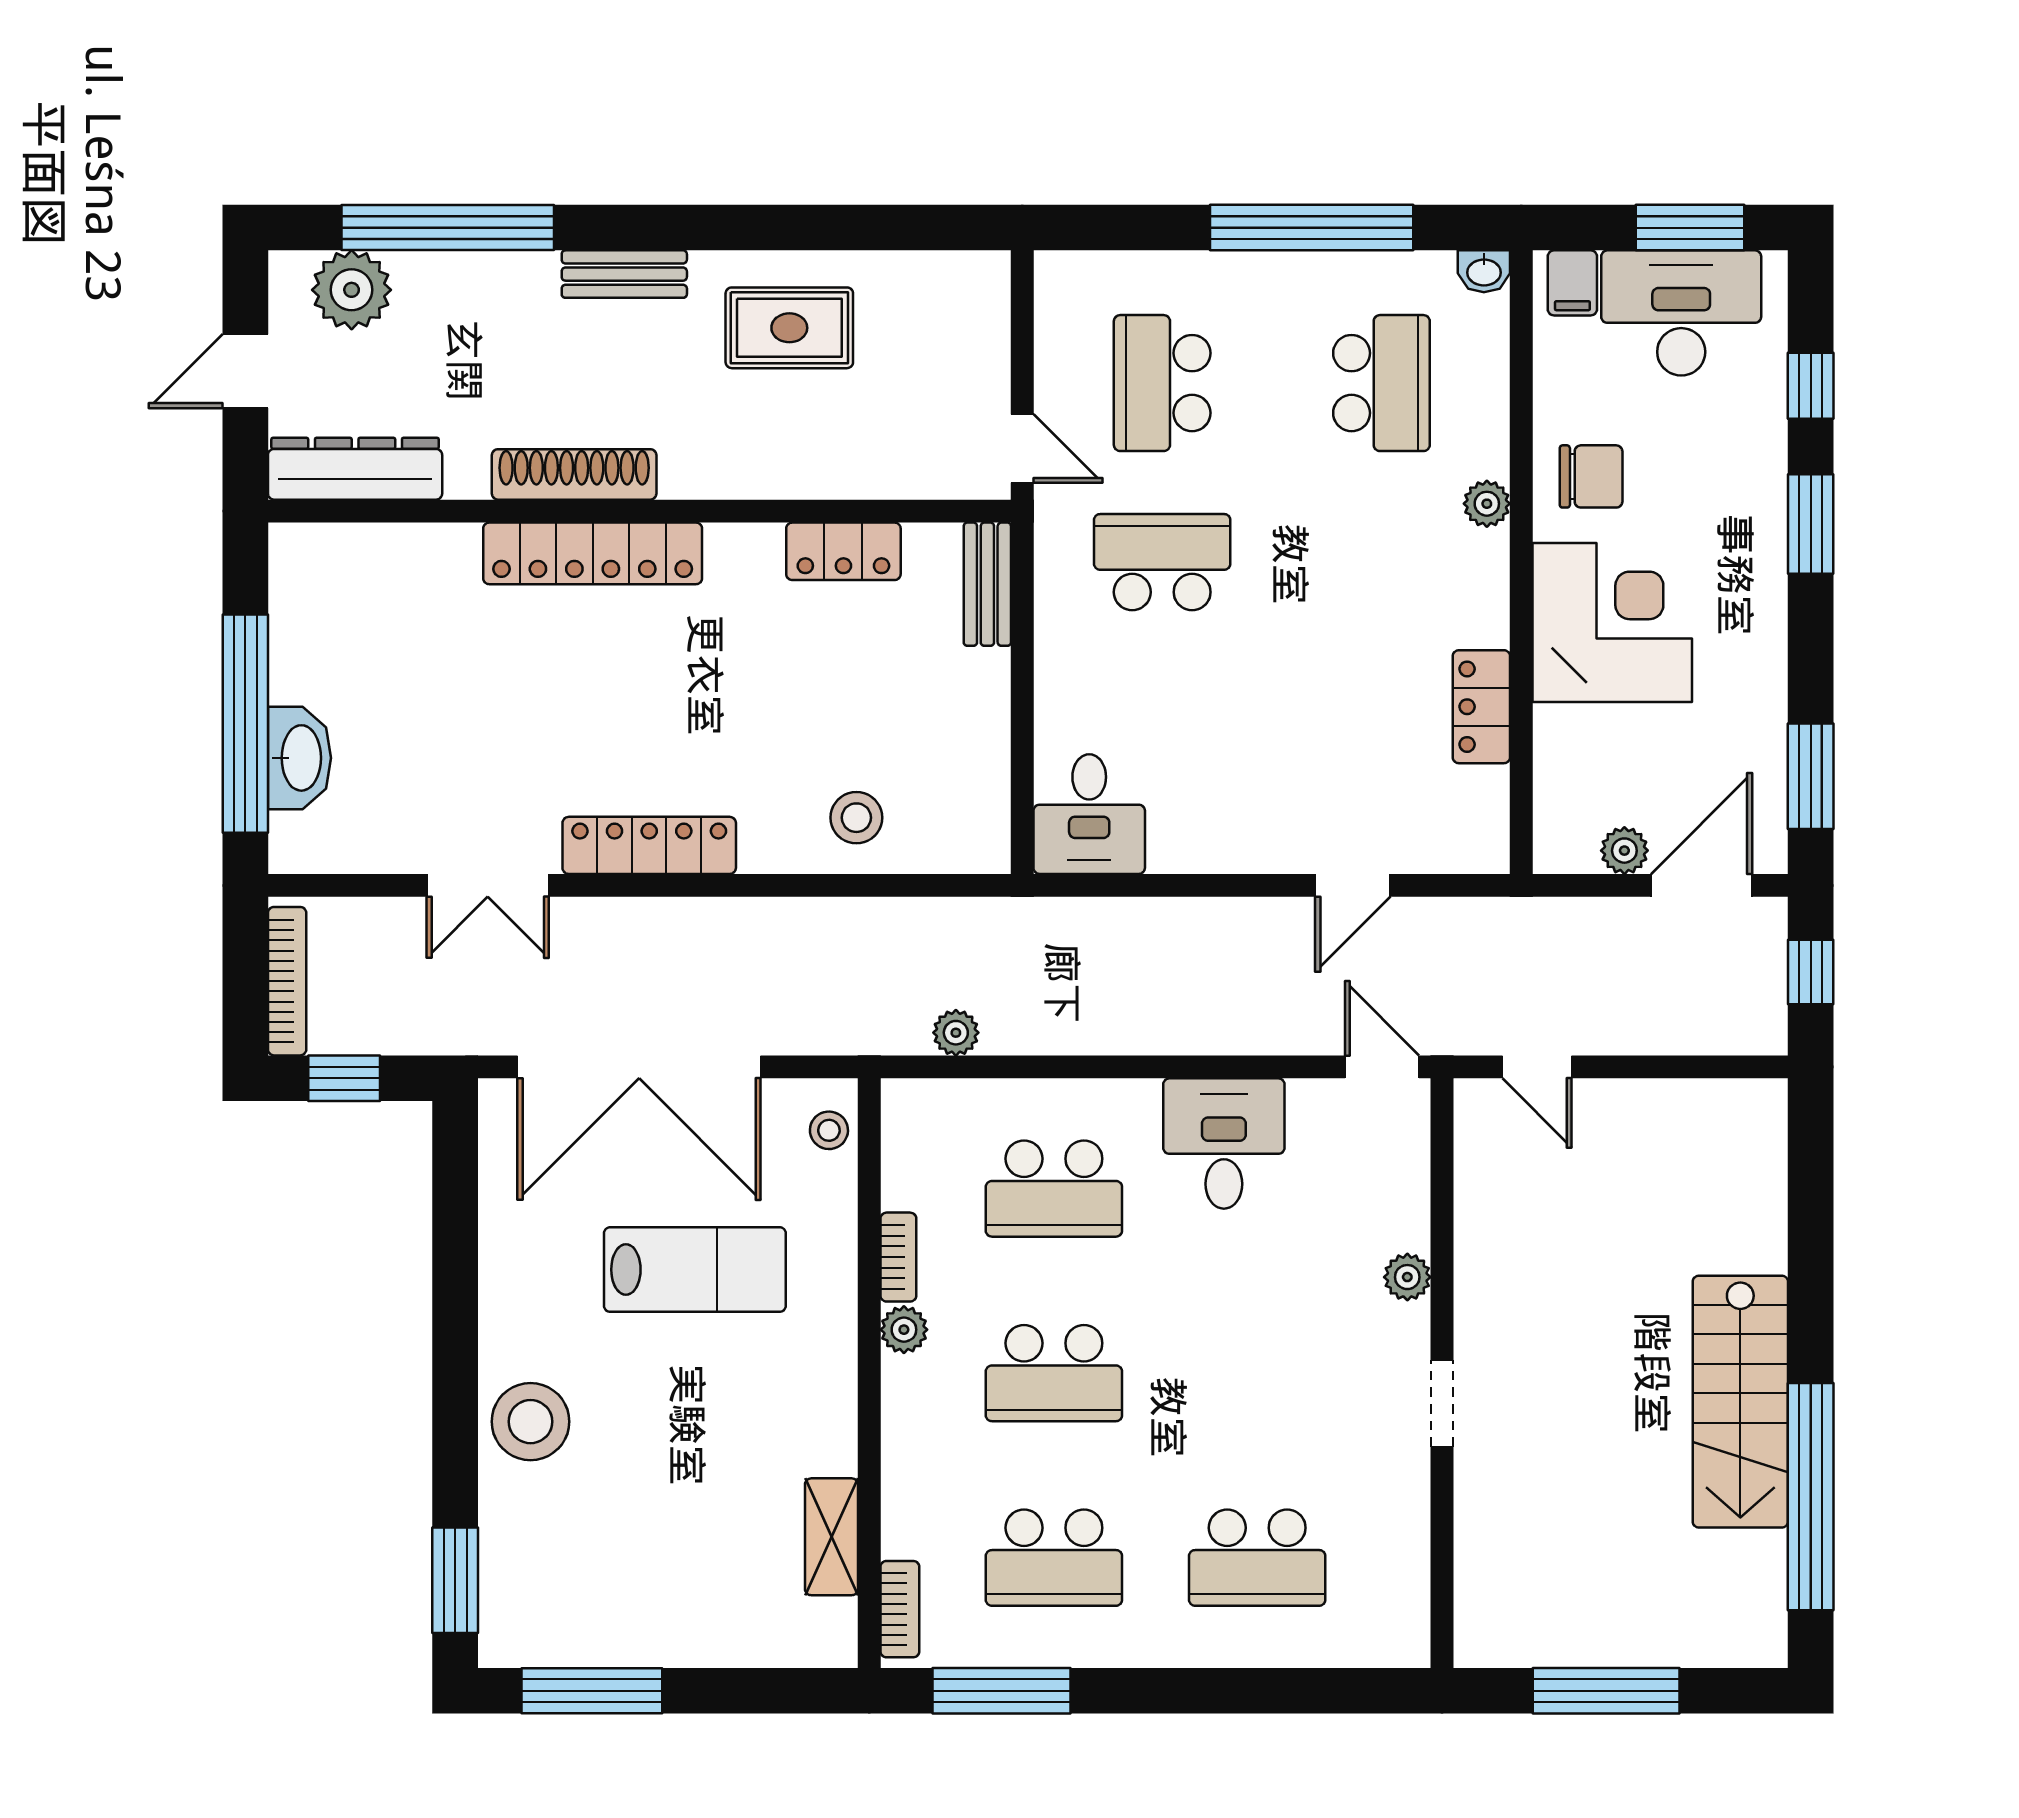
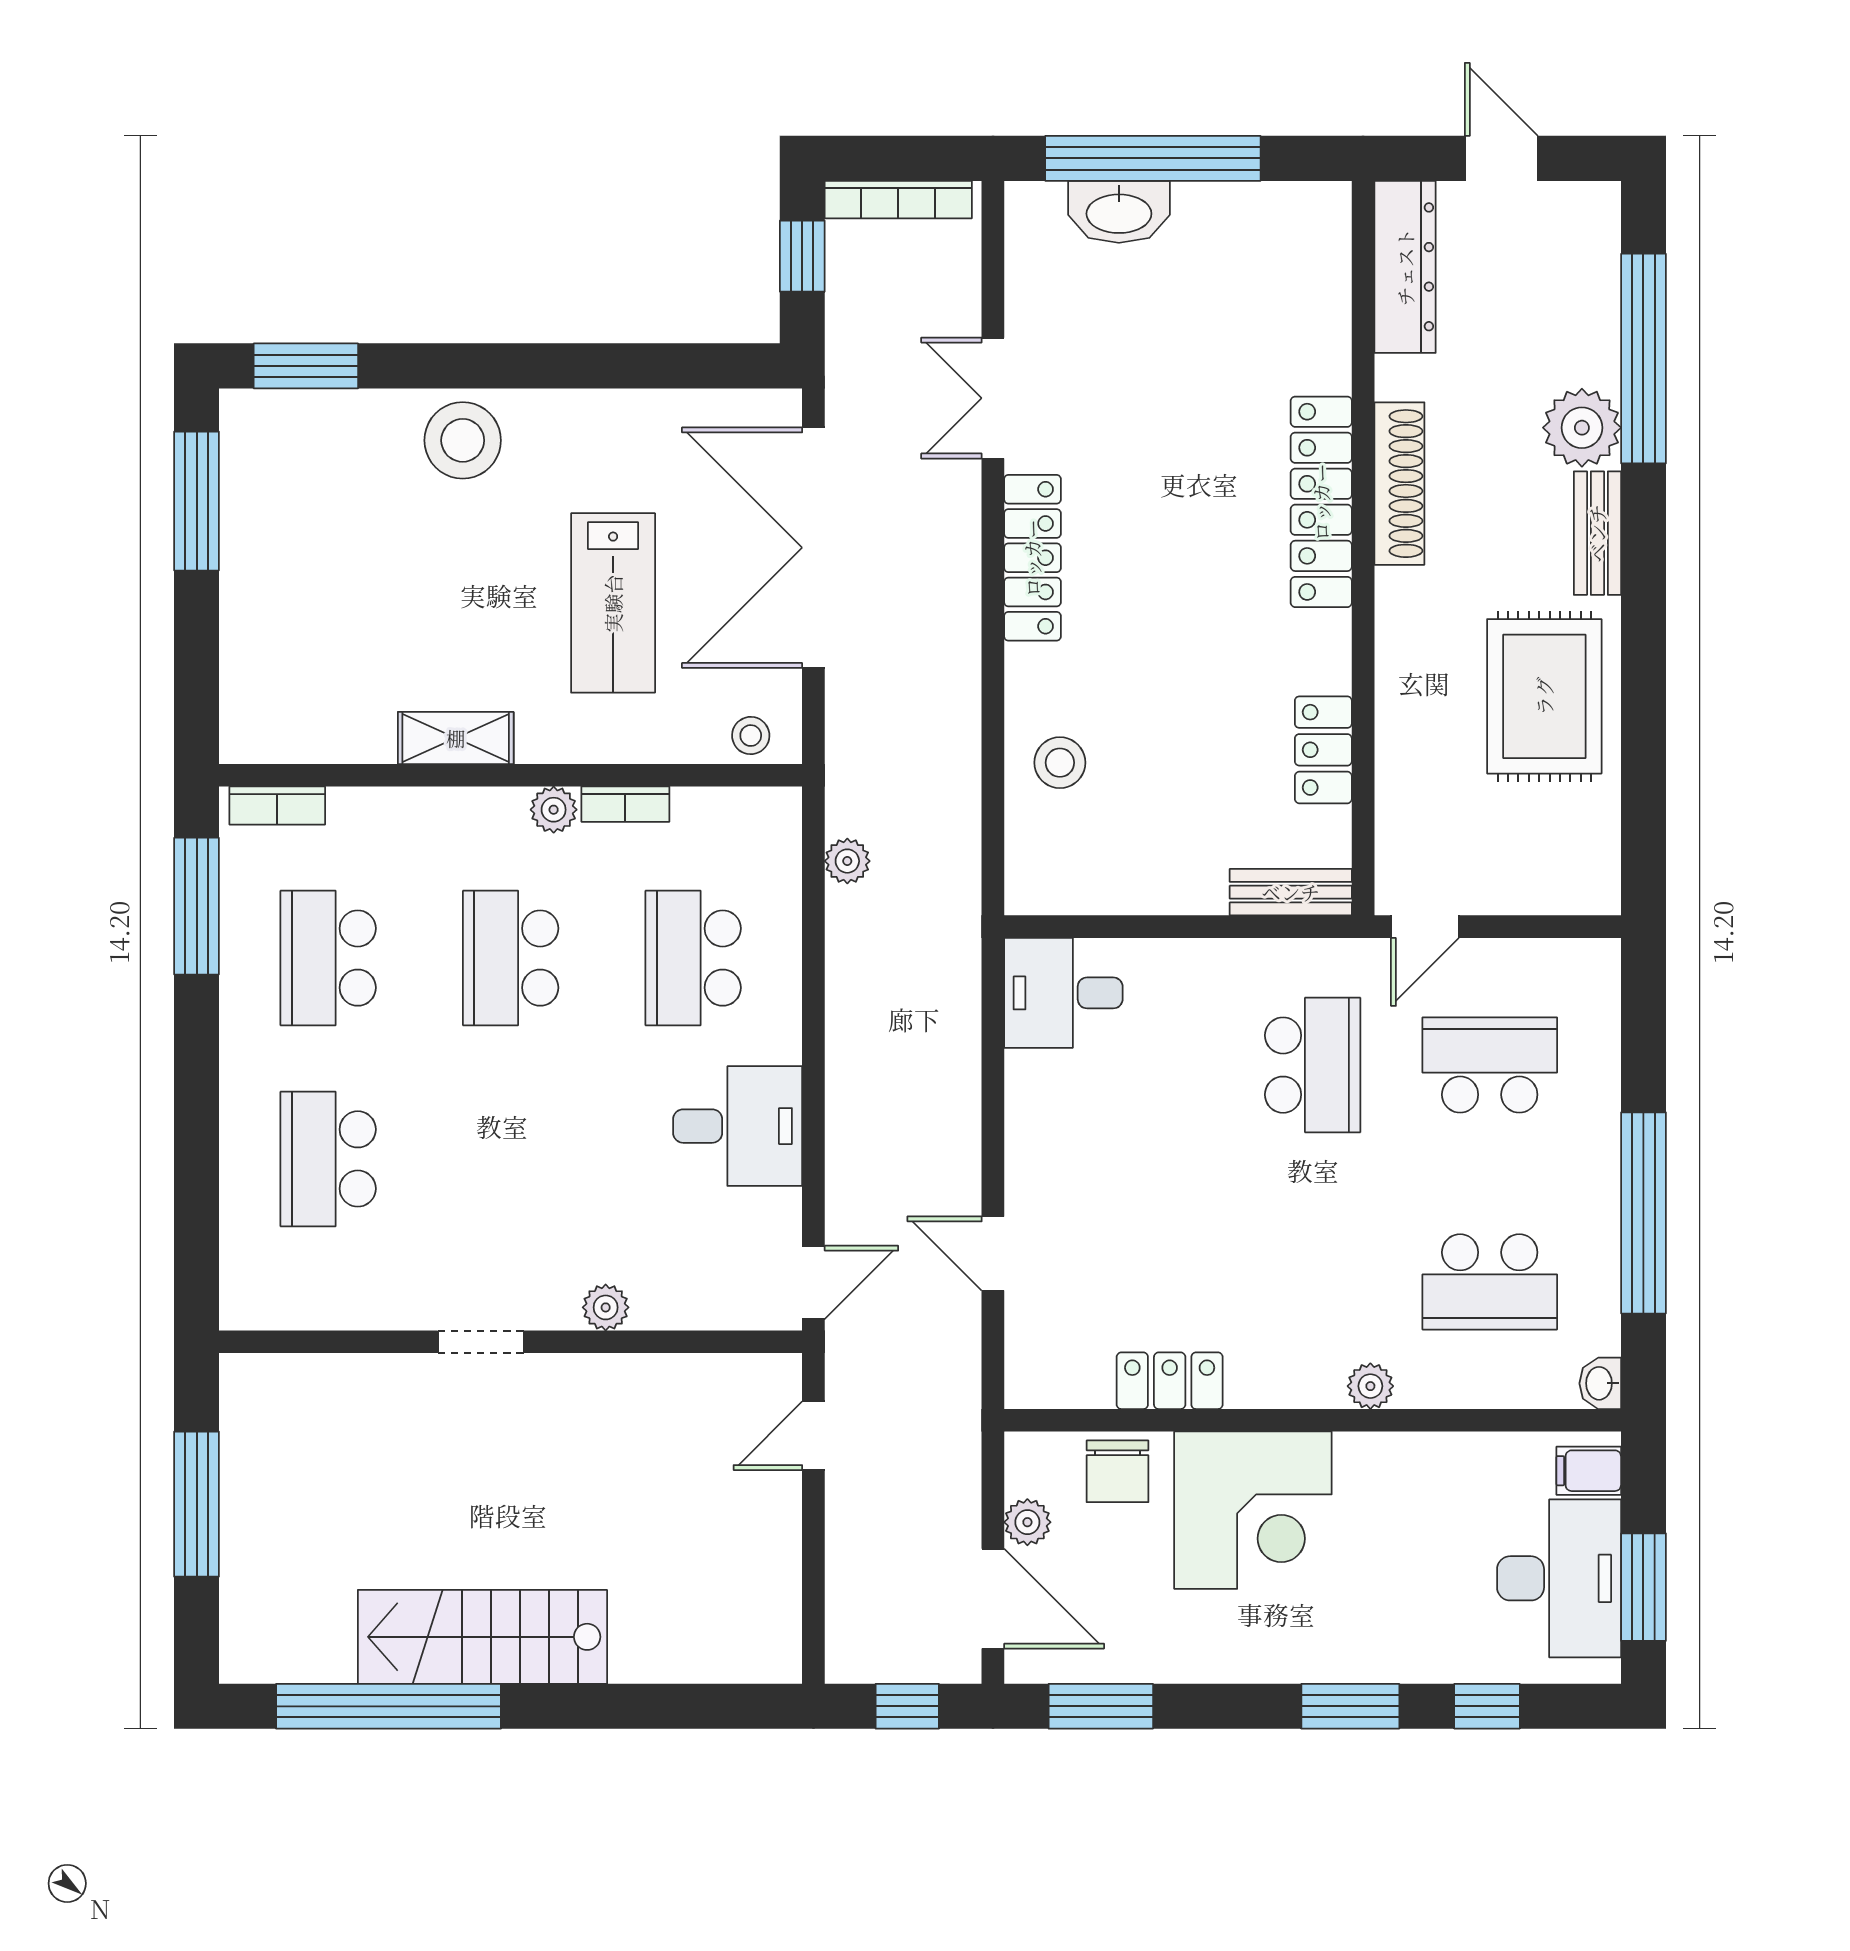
plant: (352, 290) -> (1582, 428), moved
rug: (789, 328) -> (1544, 696), width x1.36, depth x1.43
chair: (1591, 476) -> (1118, 1471), moved
shelving: (831, 1537) -> (456, 738), moved

